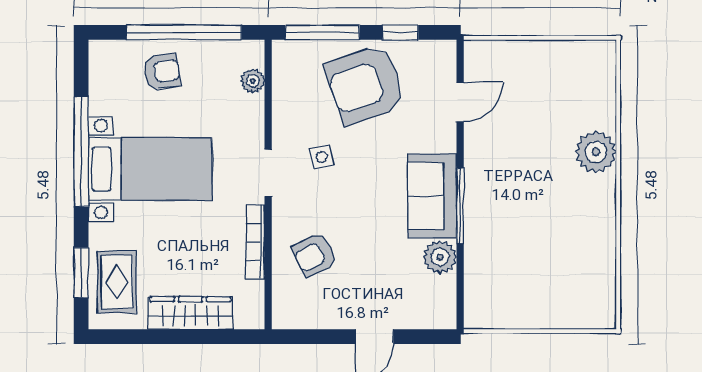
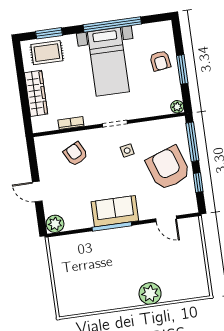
window: (184, 32) -> (182, 69), width x0.47
plant: (253, 81) -> (177, 107), moved
bookcase: (255, 242) -> (71, 123), width x0.64
plant: (440, 257) -> (55, 224), moved

